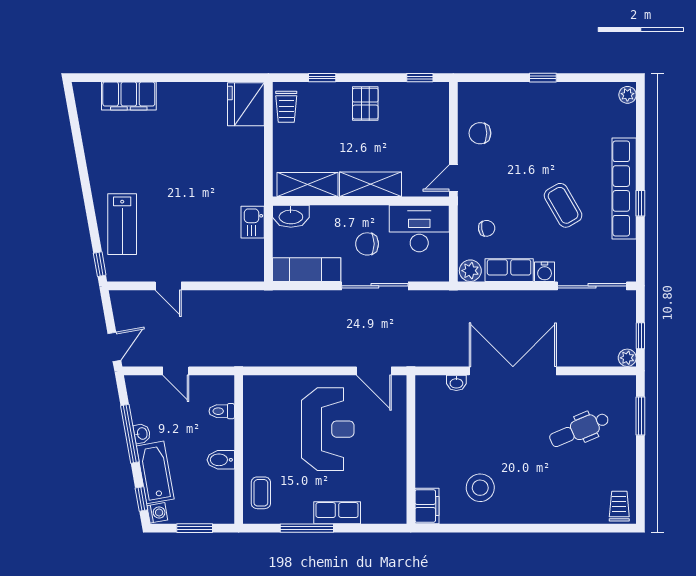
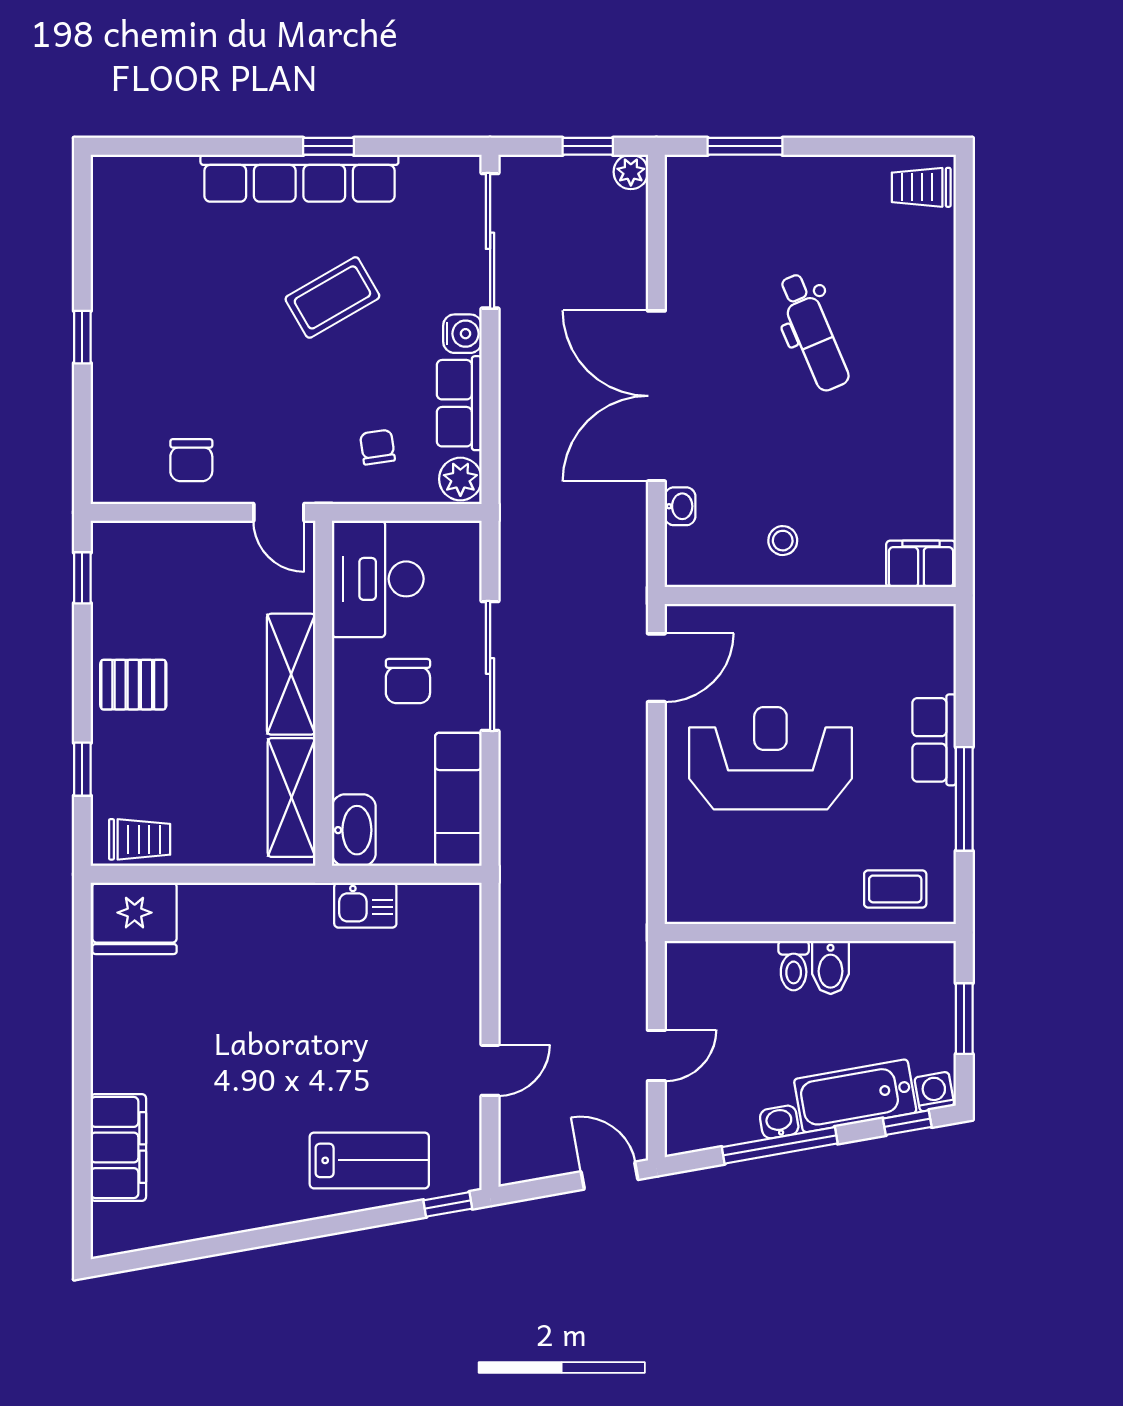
plant: (627, 95) -> (116, 171), removed
toilet: (222, 411) -> (794, 966), moved
dental chair: (579, 430) -> (813, 332), moved
stool: (480, 488) -> (783, 541), moved, width x0.53, depth x0.53

